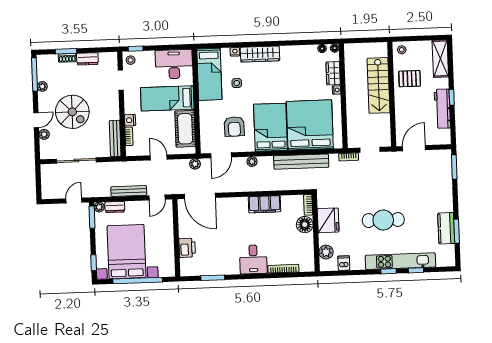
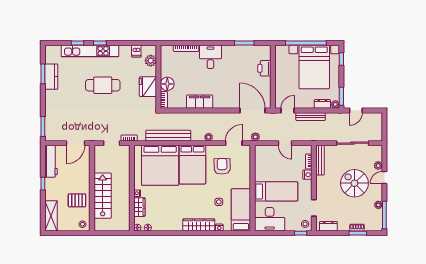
dresser: (87, 59) -> (328, 226), moved
workbench: (442, 109) -> (51, 161), moved
cot: (185, 129) -> (262, 166), removed

